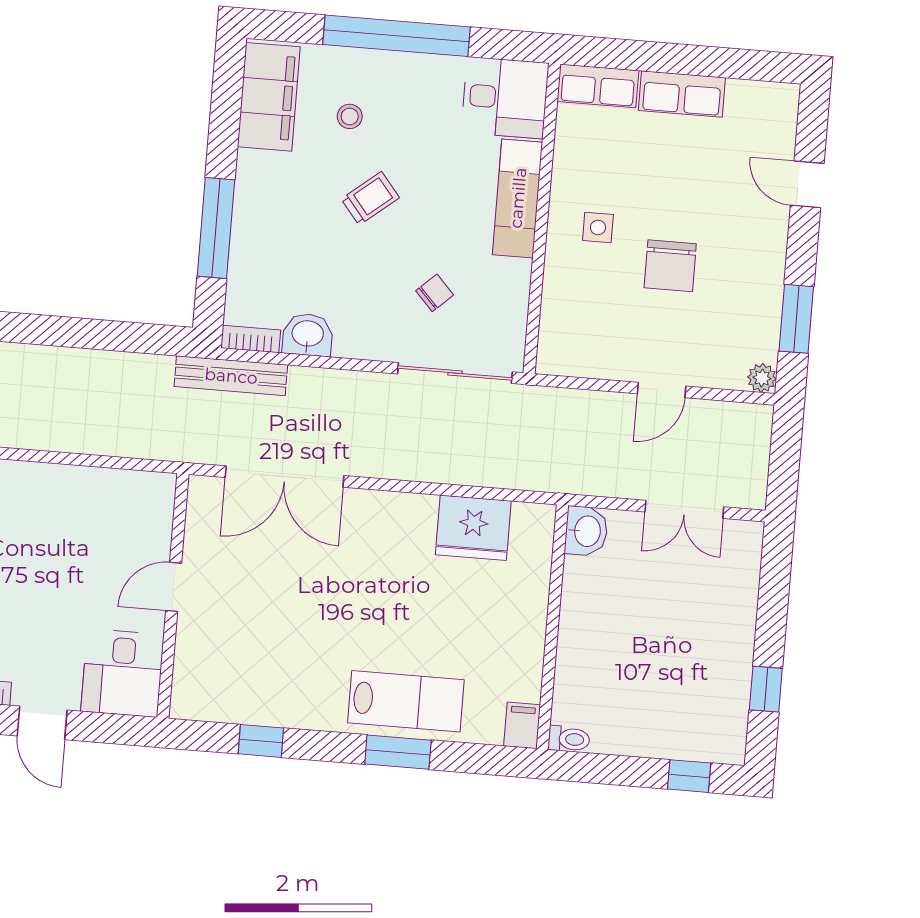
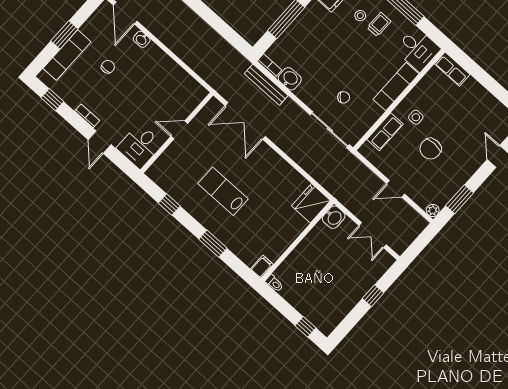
row of seats: (682, 94) -> (385, 132), moved, turned -90
trolley: (370, 198) -> (379, 24), moved, turned -51
bench: (231, 376) -> (266, 85), moved
fridge: (473, 528) -> (311, 203), moved, turned 90
window: (766, 689) -> (373, 296), moved
lab bench: (406, 701) -> (223, 191), moved, turned 180

